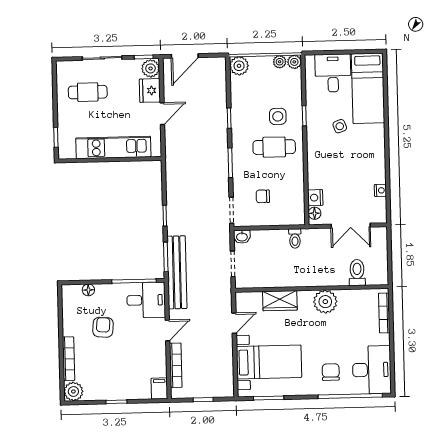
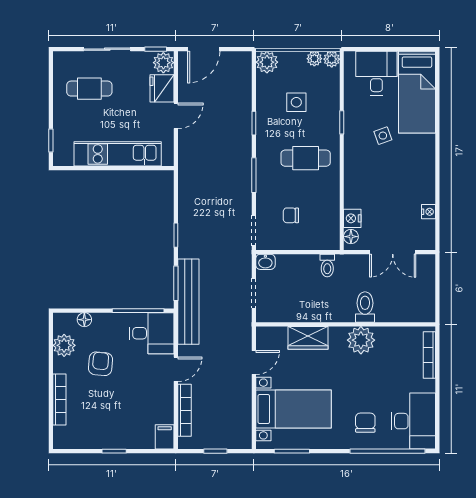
side table: (278, 116) -> (296, 102), moved
toilet: (357, 273) -> (365, 307), moved
plant: (73, 392) -> (64, 345), moved

